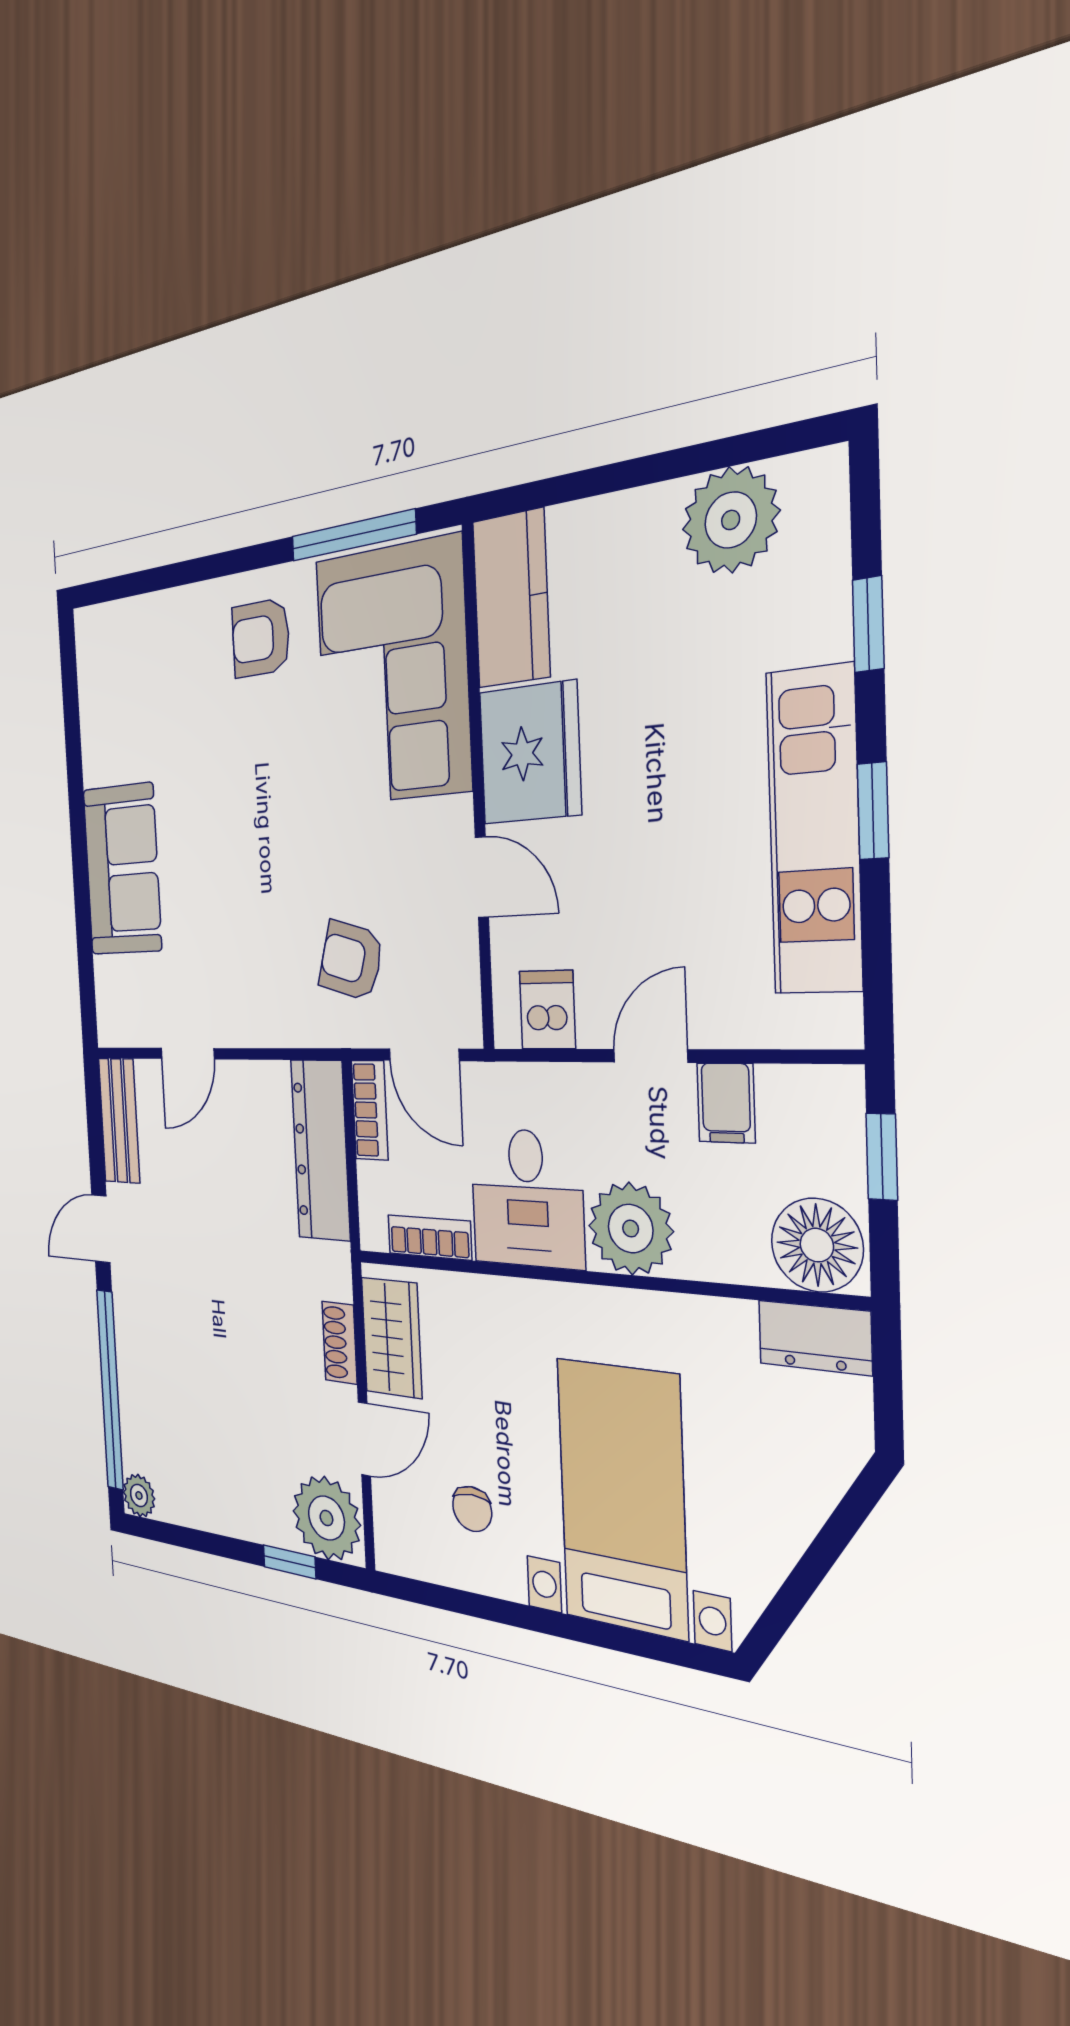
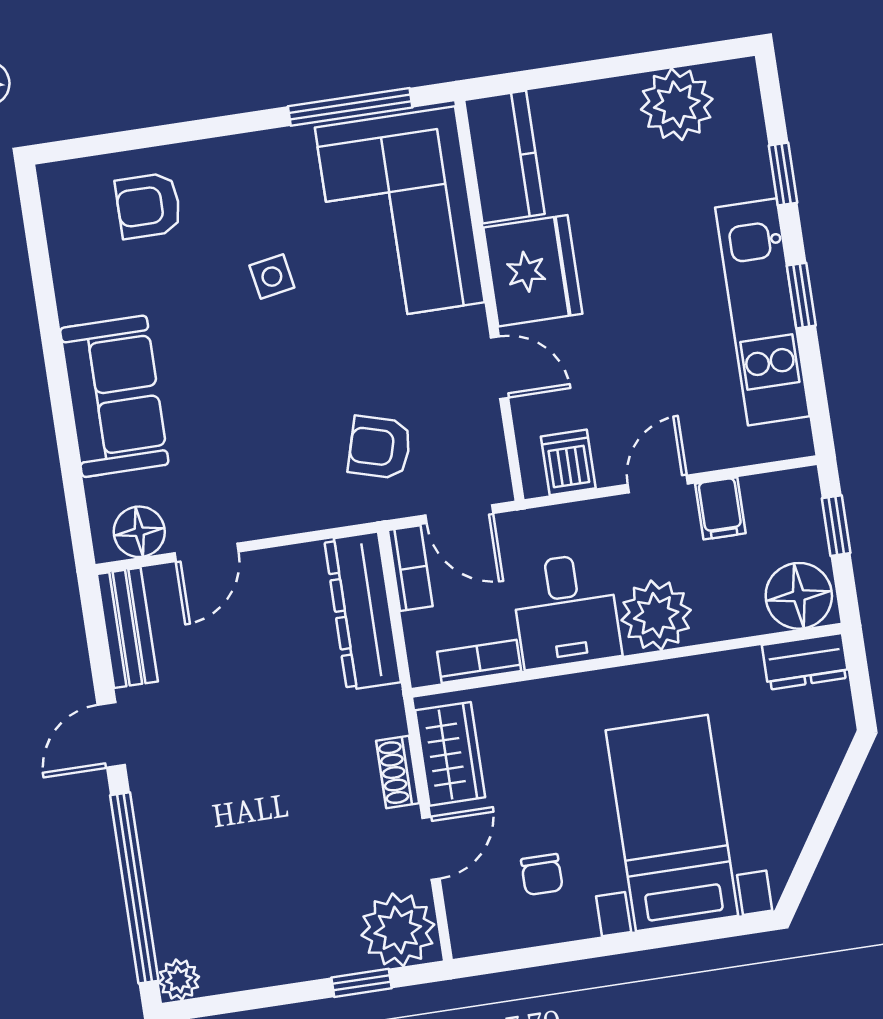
armchair: (261, 638) -> (148, 206), moved
side table: (264, 745) -> (272, 277), added
floor lamp: (134, 1020) -> (139, 532), added

